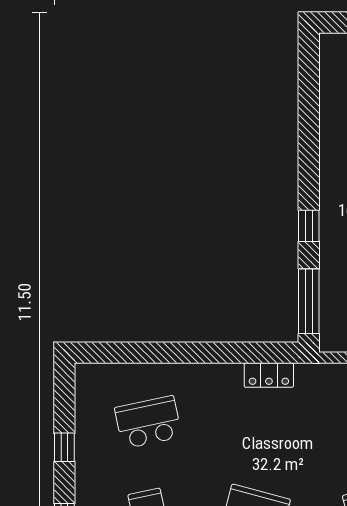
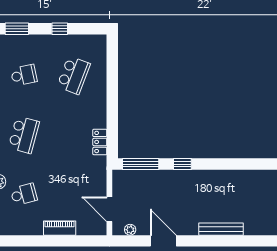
school desk: (148, 422) -> (74, 75), turned 33

